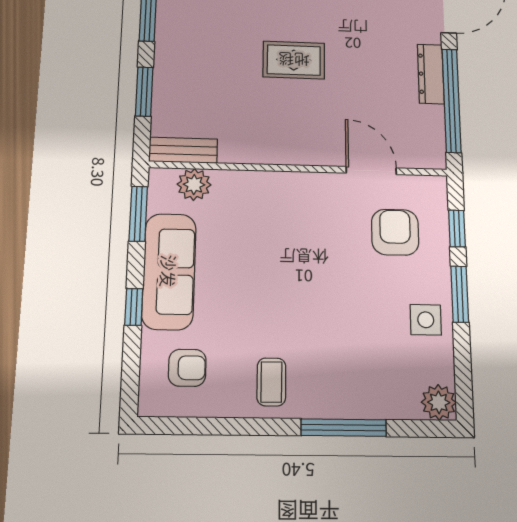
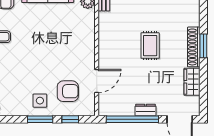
dresser: (431, 74) -> (145, 110), width x0.70
side table: (426, 320) -> (40, 101), moved

